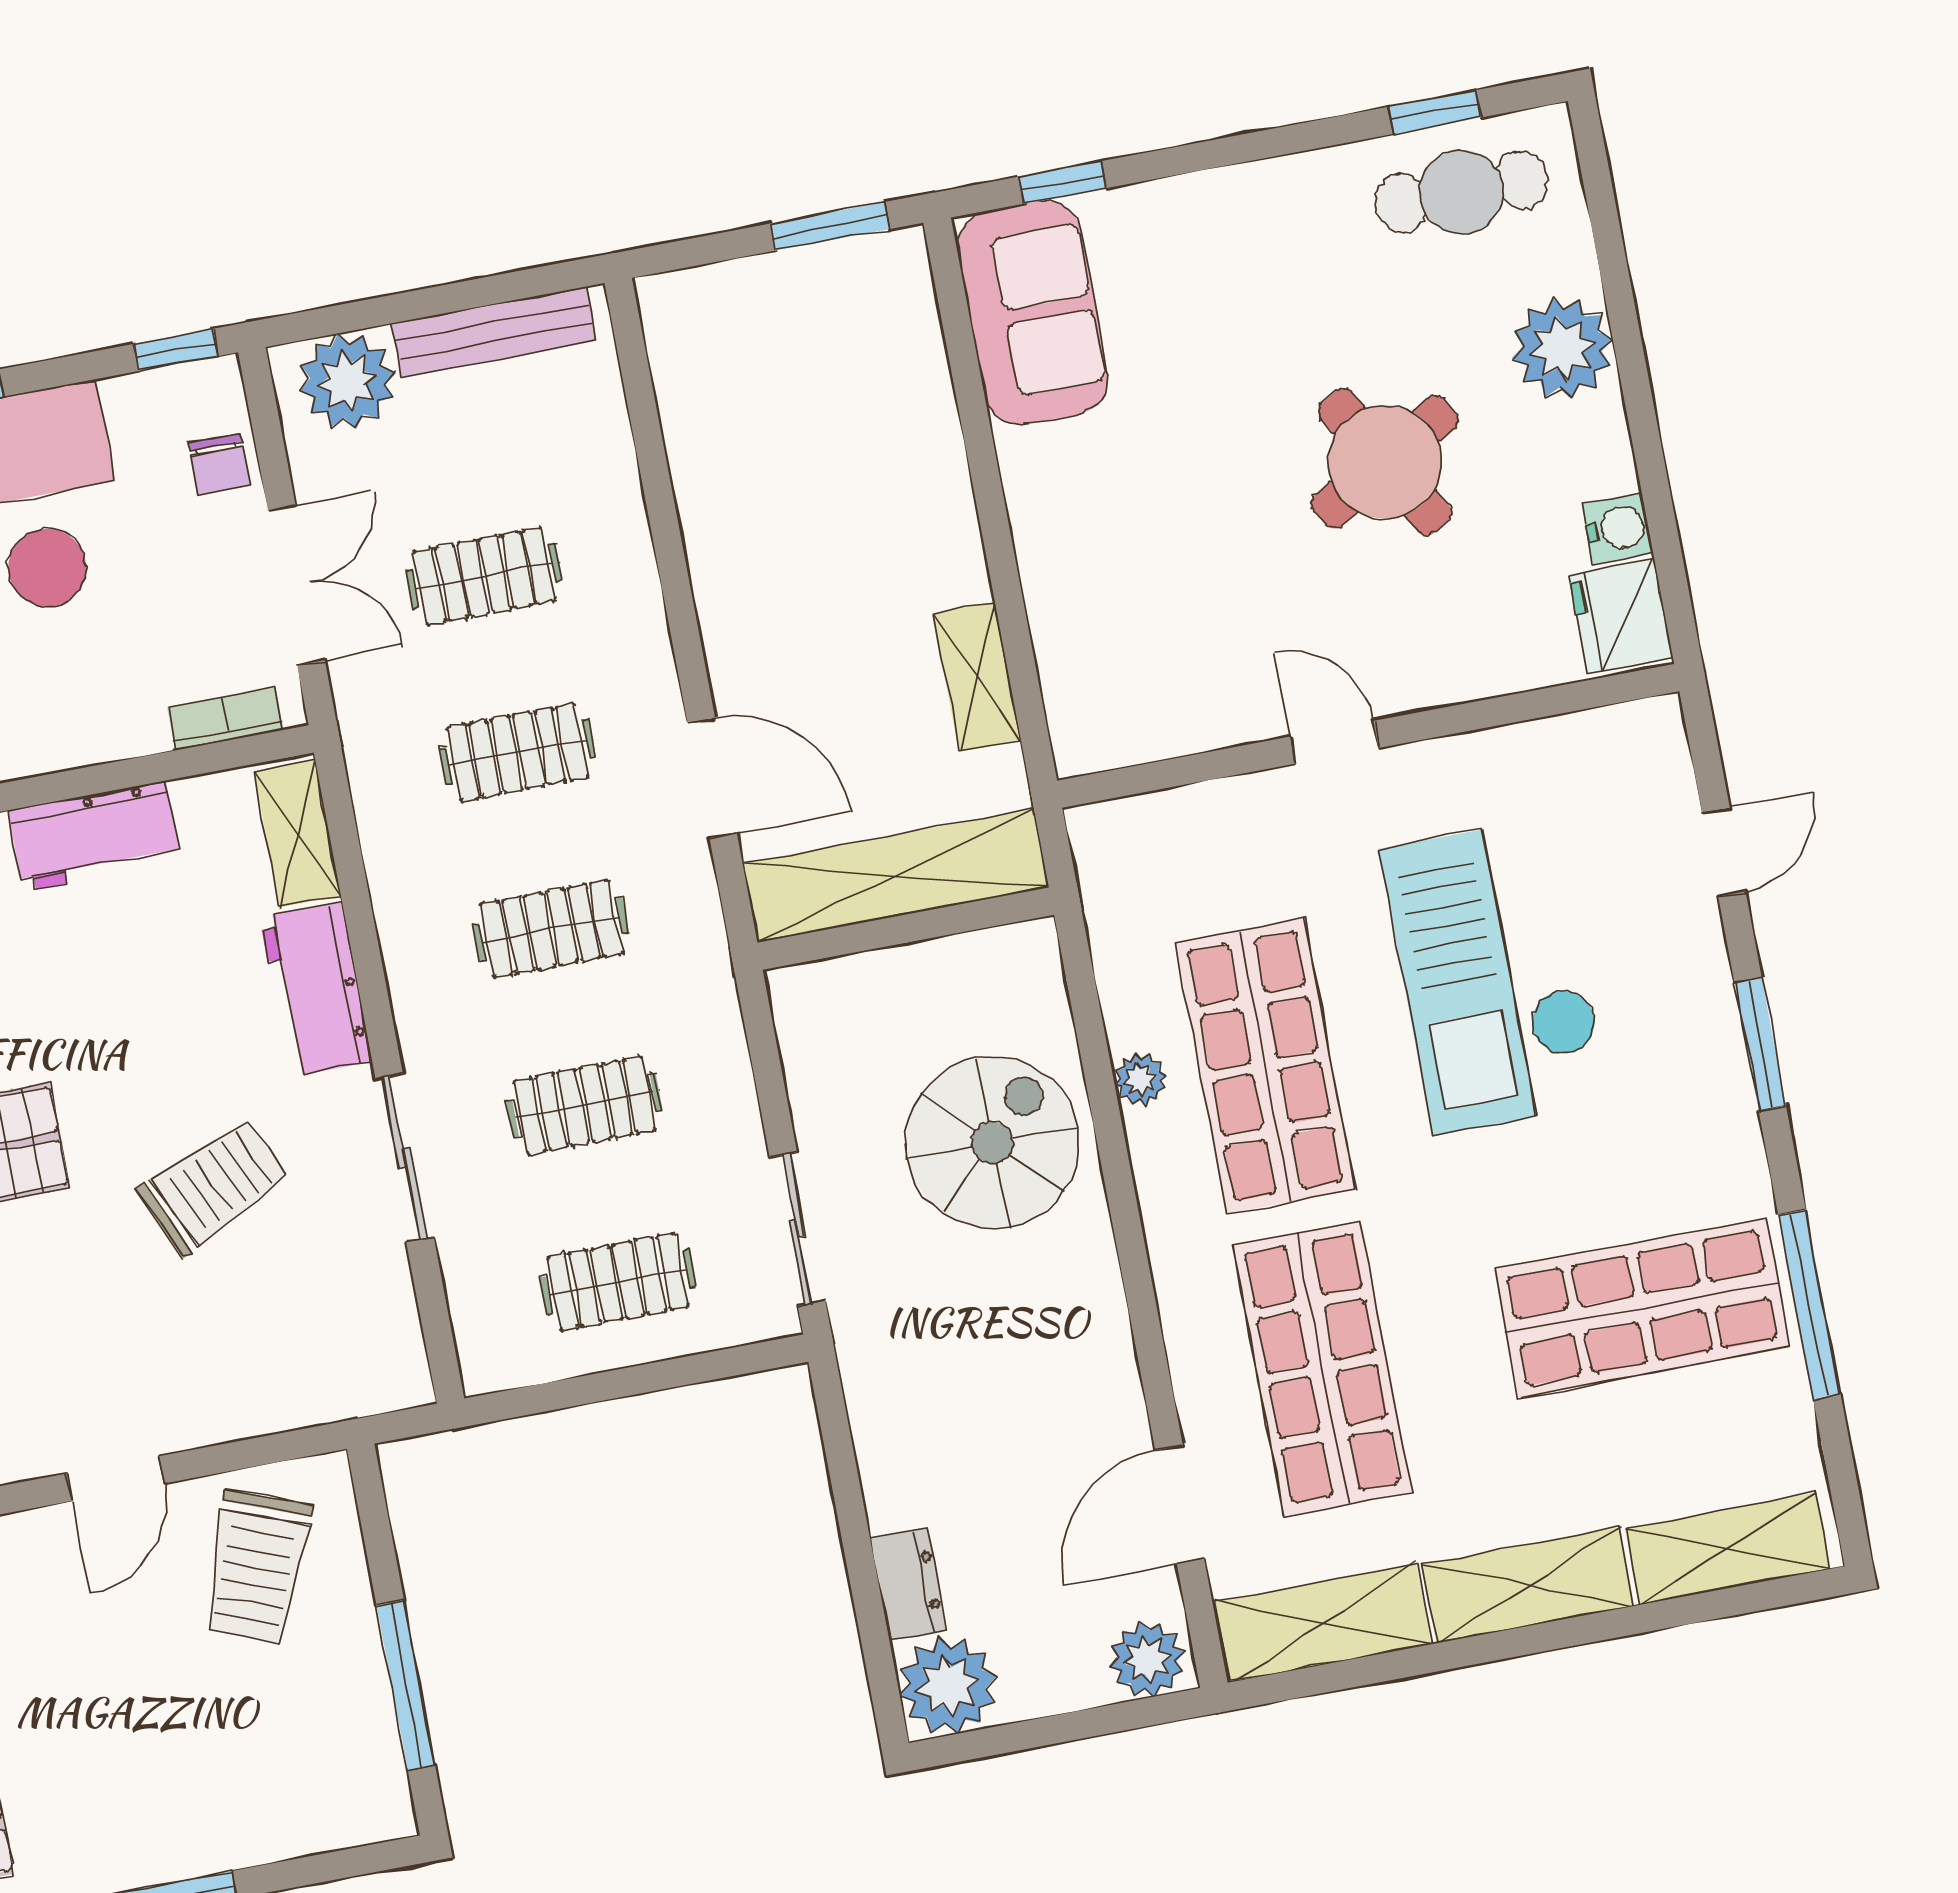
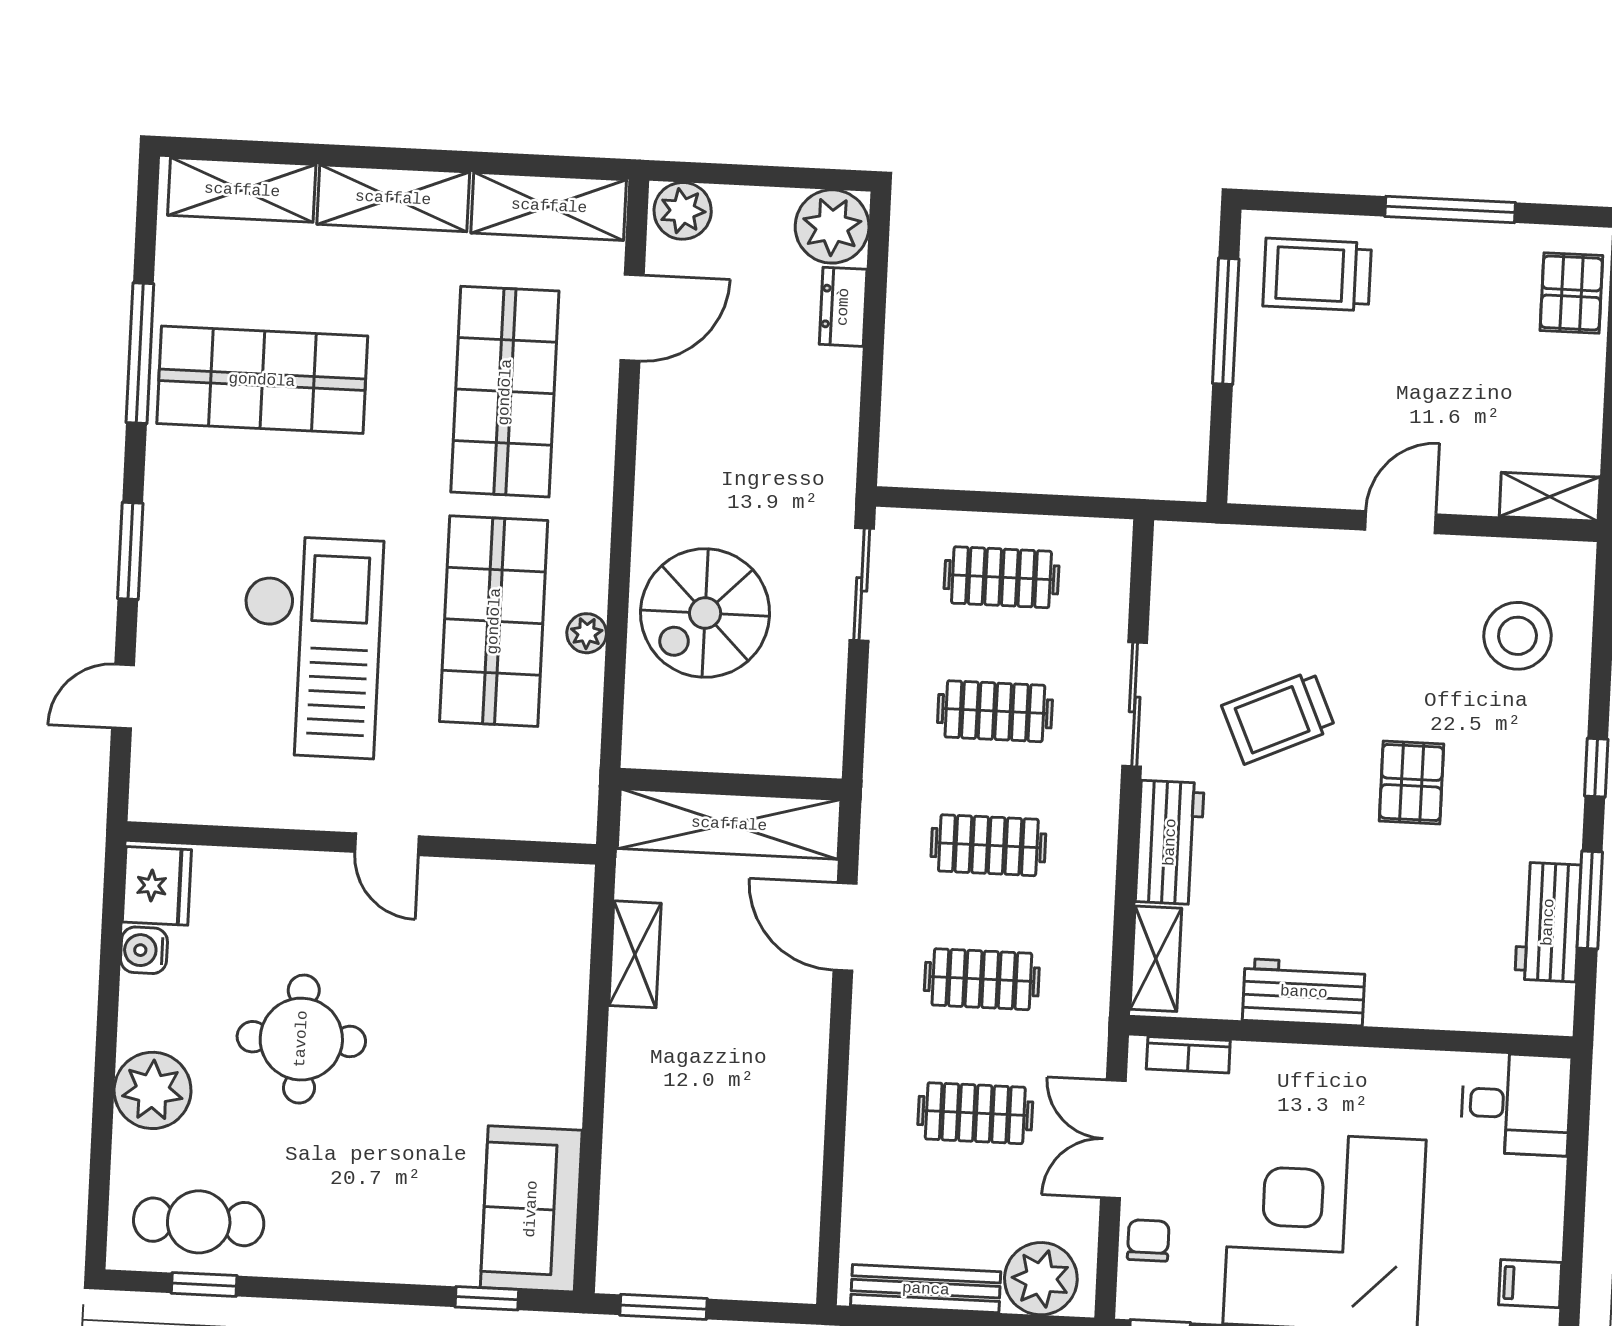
round table: (1385, 462) -> (301, 1039), turned 30
trolley: (256, 1567) -> (1317, 275), moved, turned -111

